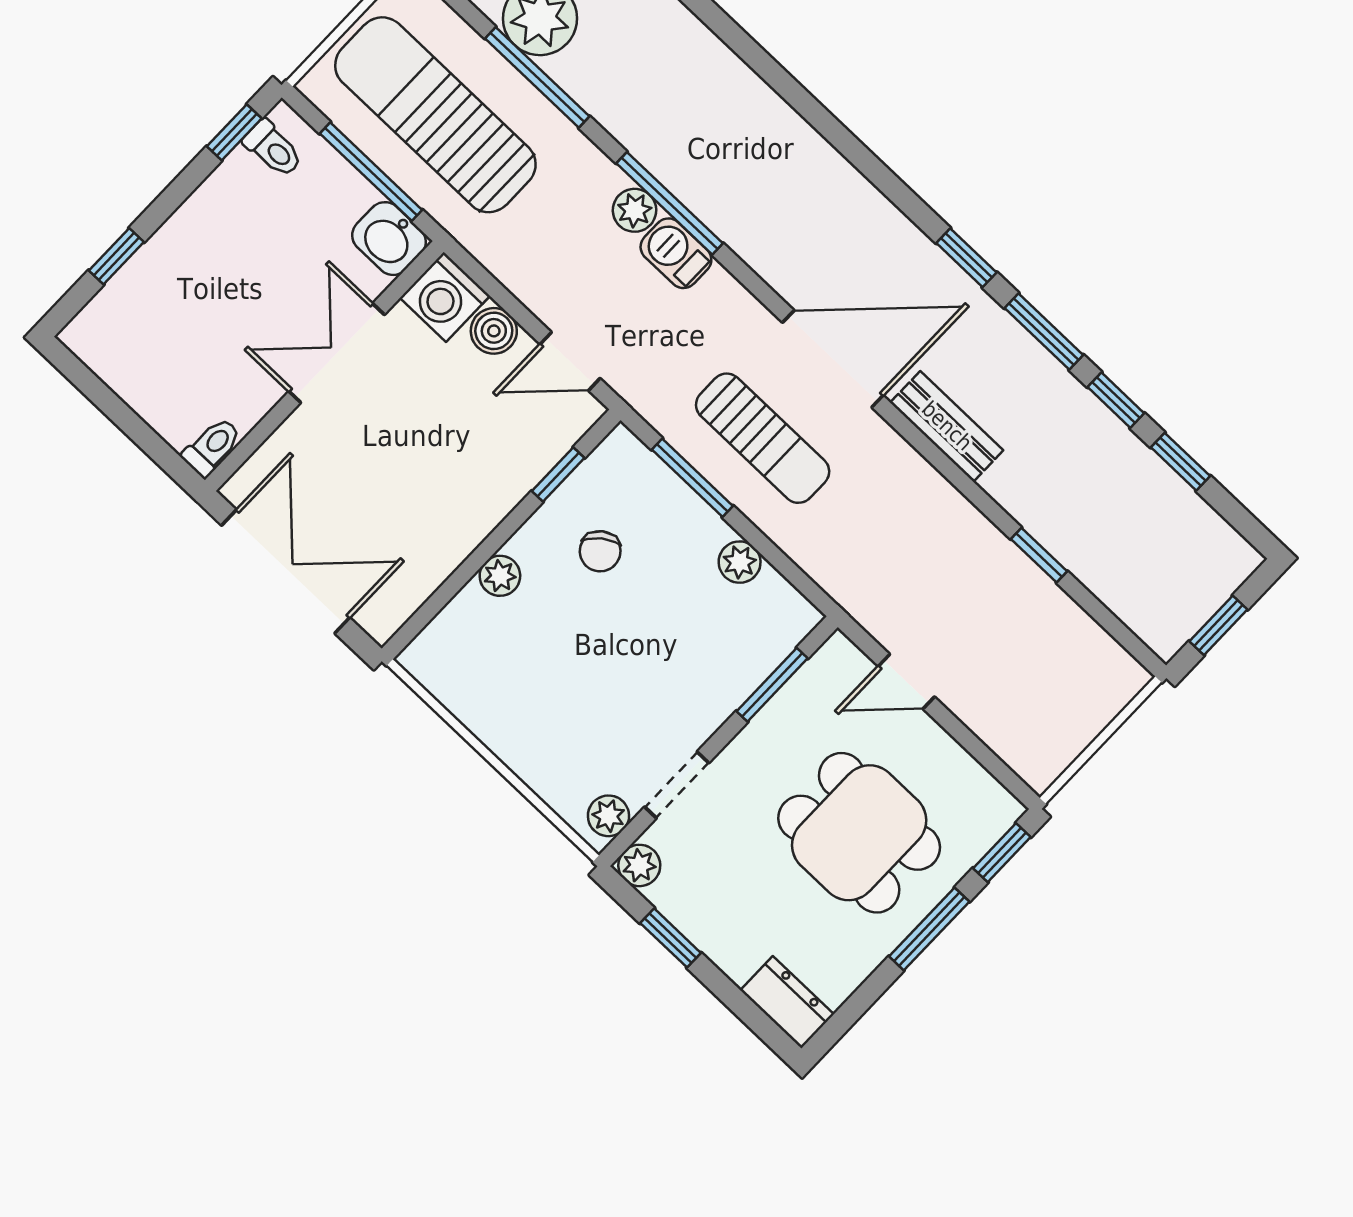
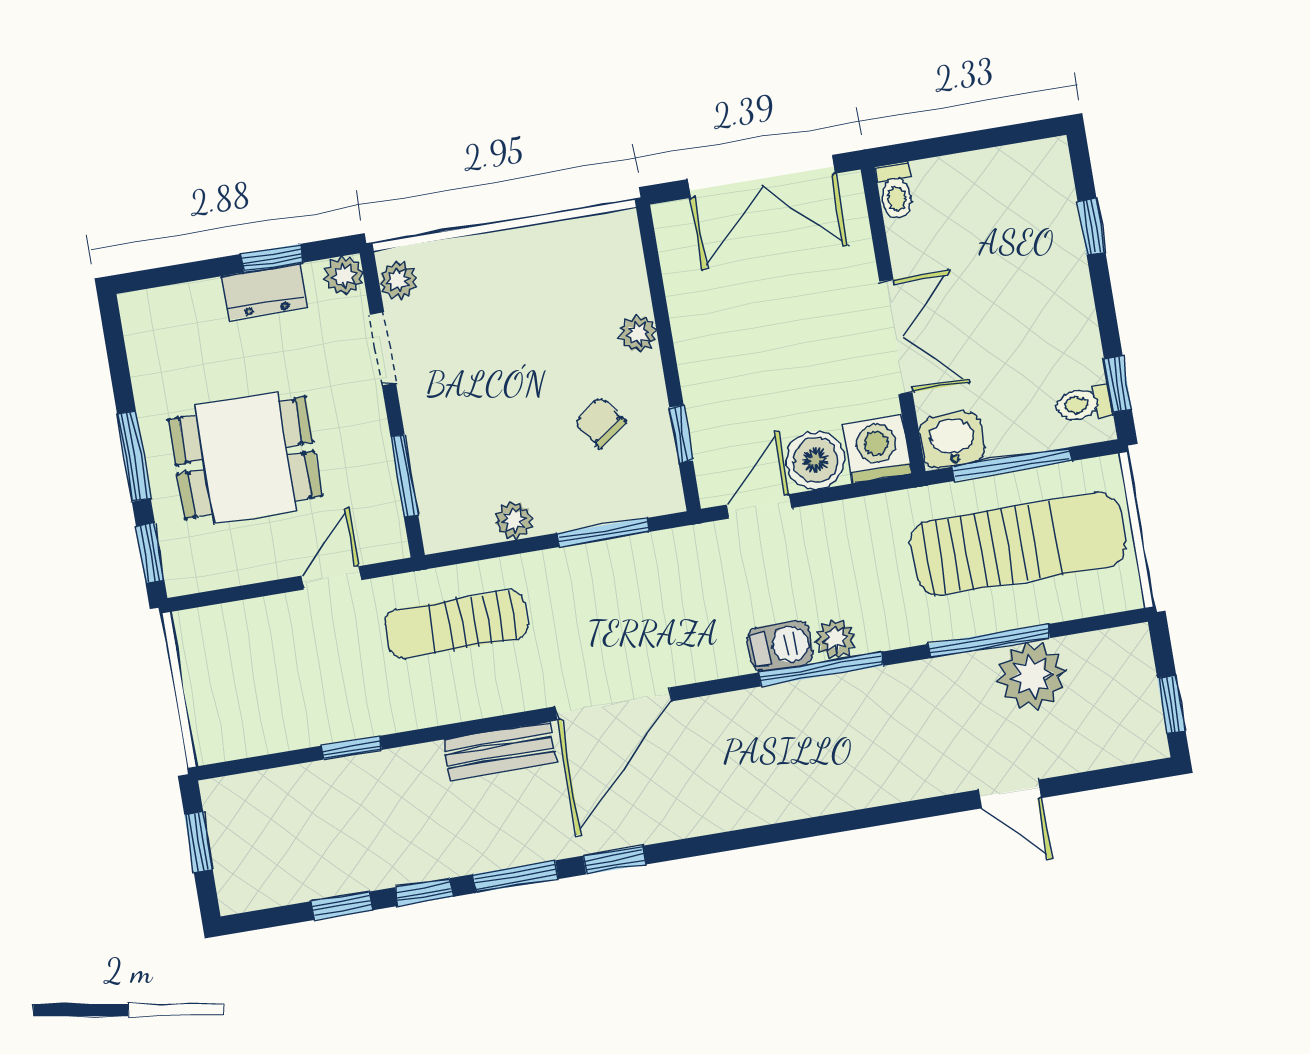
boiler: (494, 331) -> (815, 460), width x1.36, depth x1.36
sun lounger: (763, 438) -> (456, 624), moved
dresser: (787, 1002) -> (264, 292), moved

